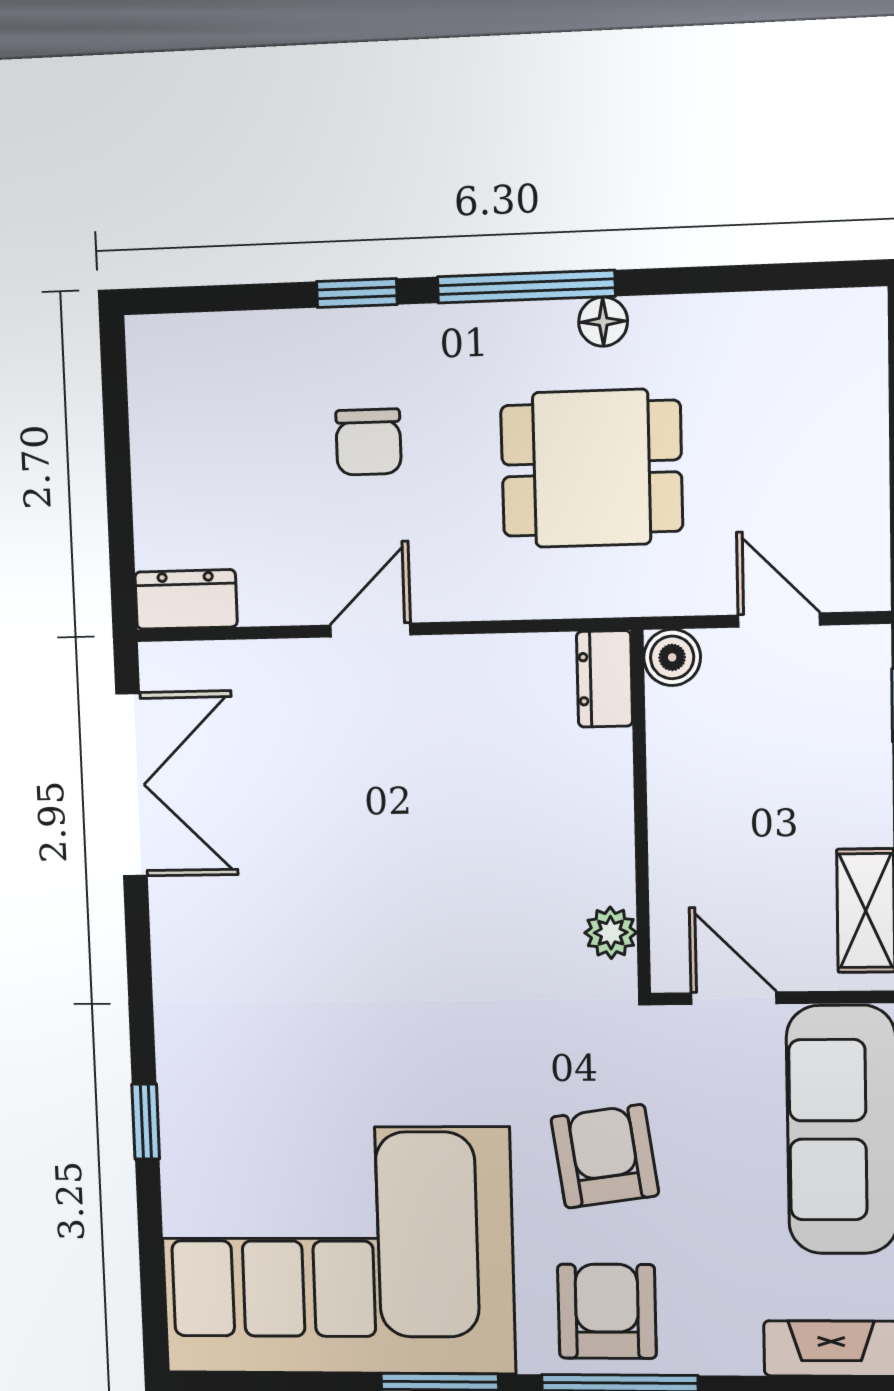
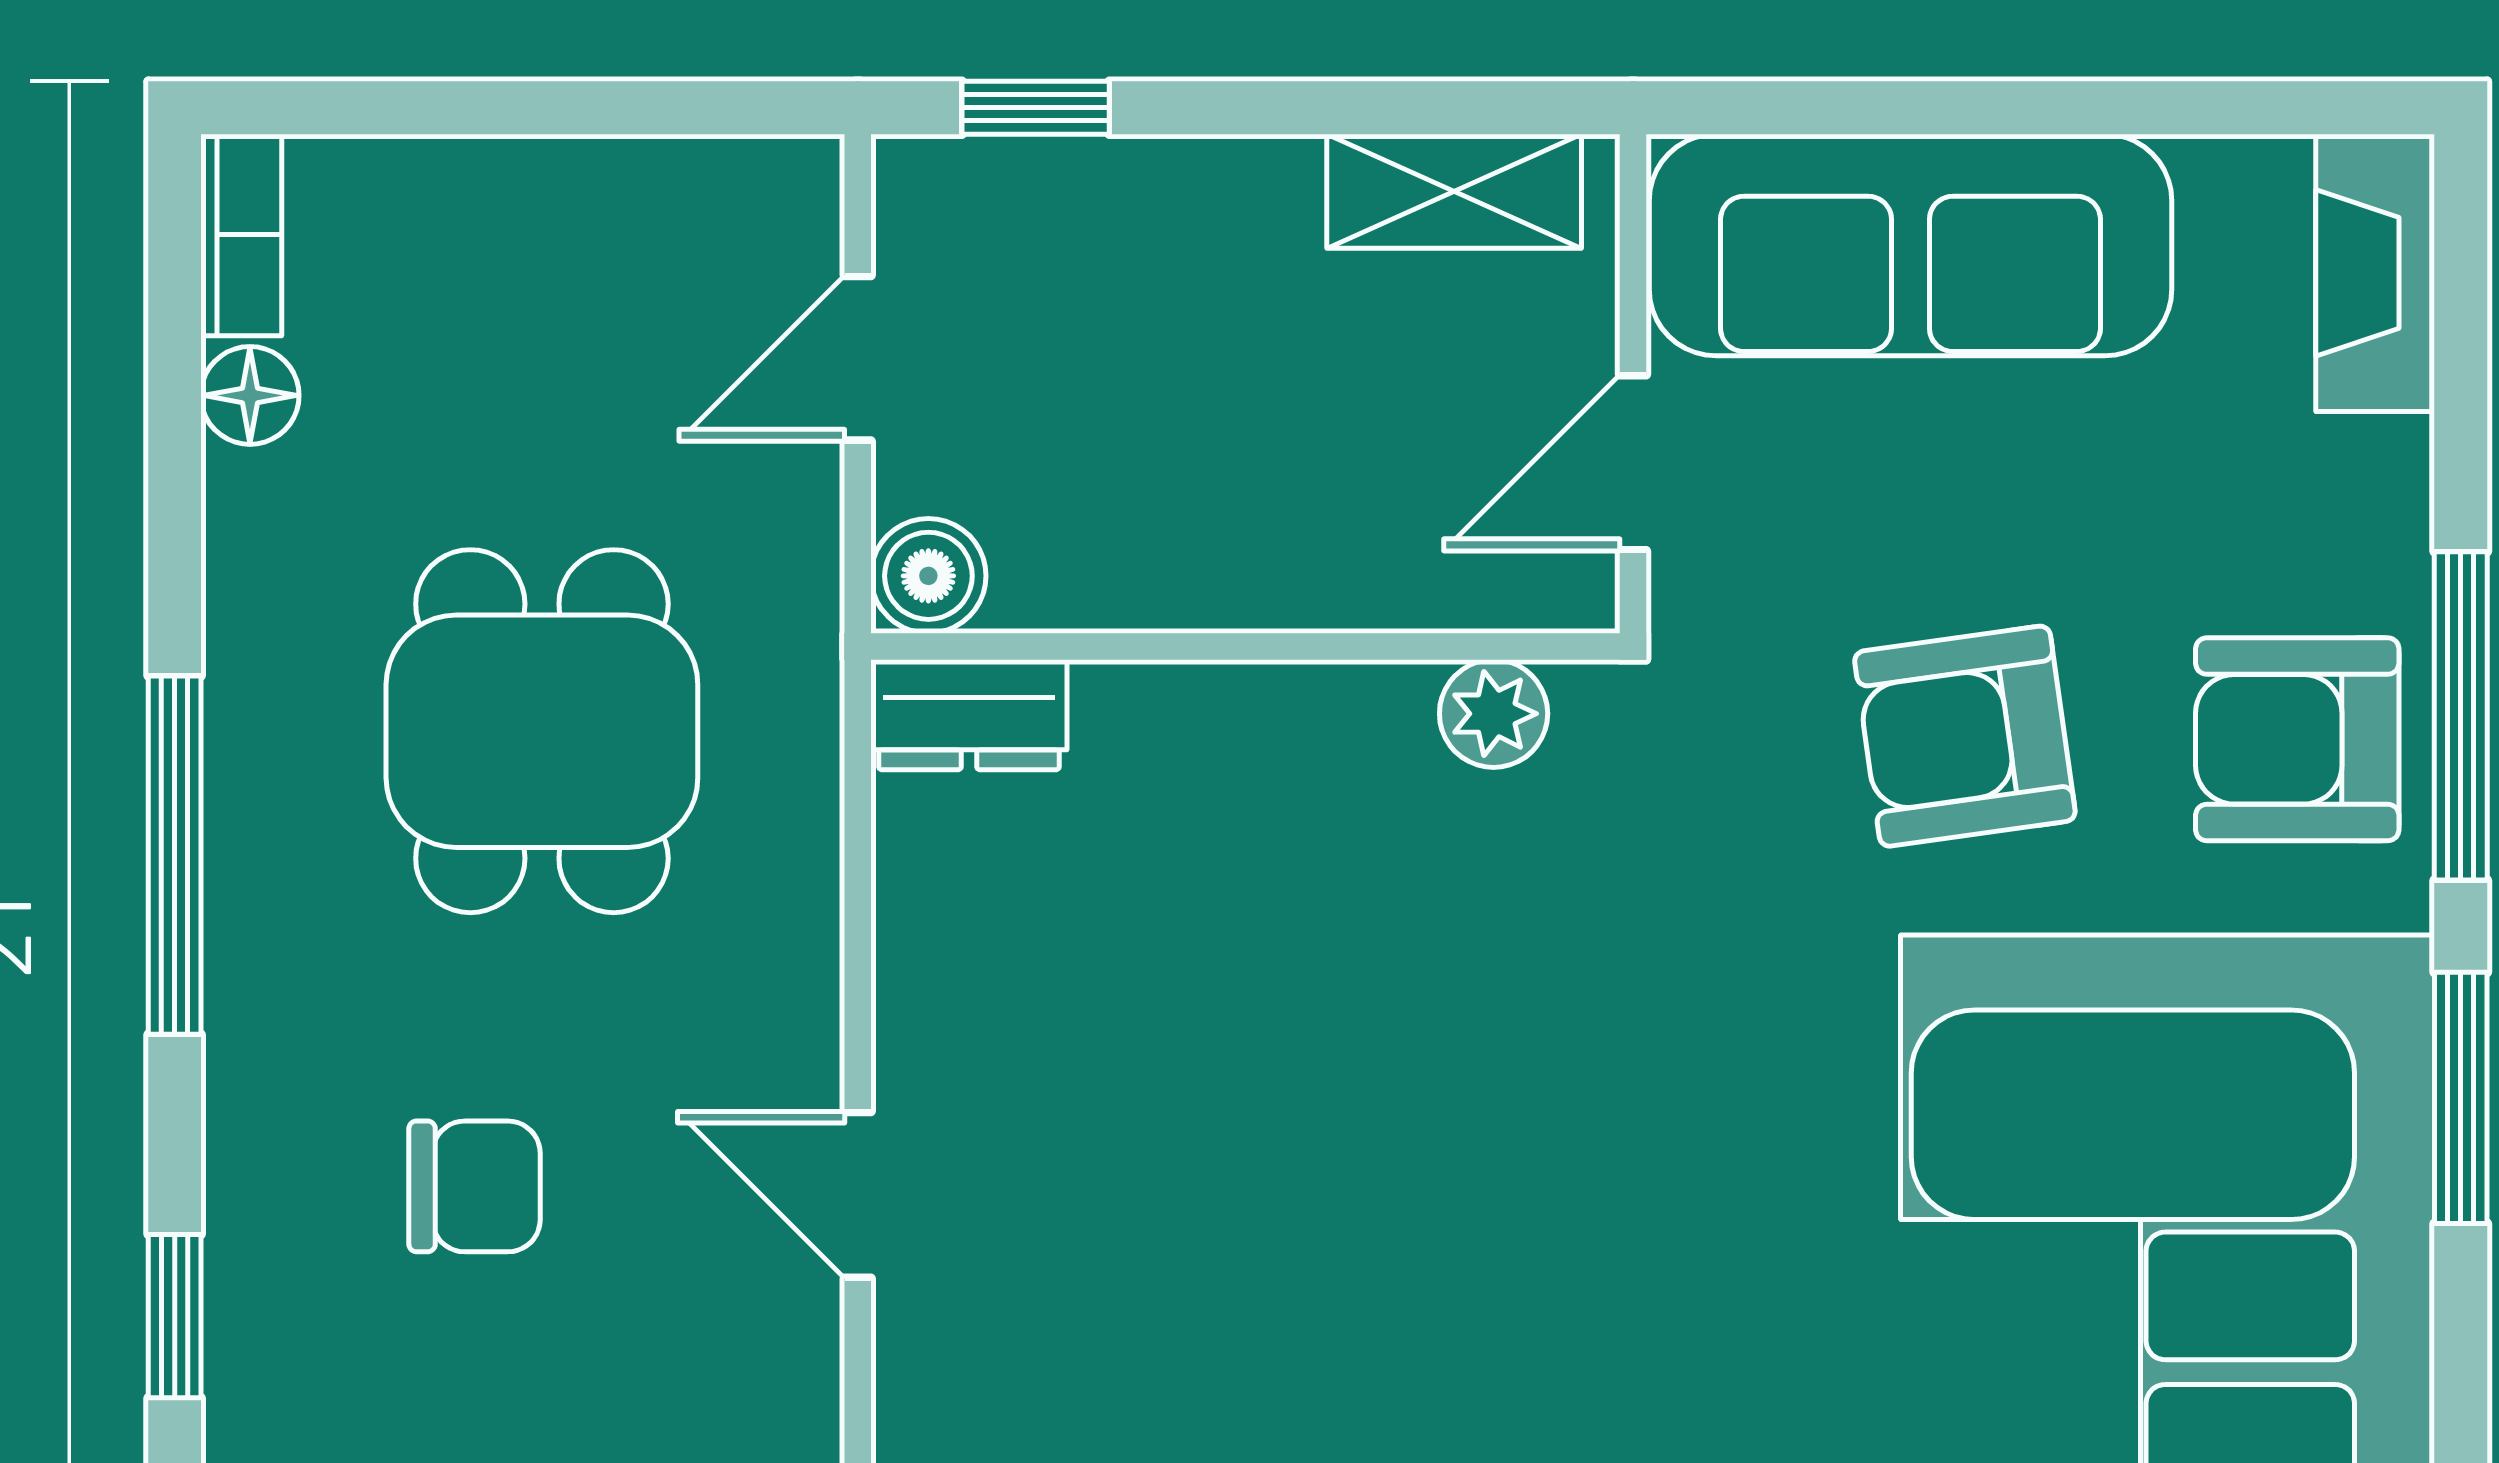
window: (357, 293) -> (175, 1316), moved
bookcase: (837, 309) -> (241, 235), added
floor lamp: (603, 322) -> (250, 395), moved

